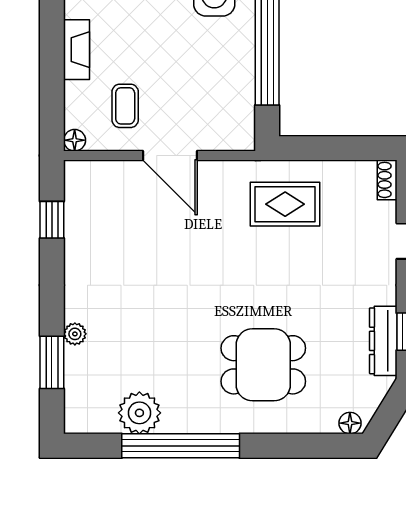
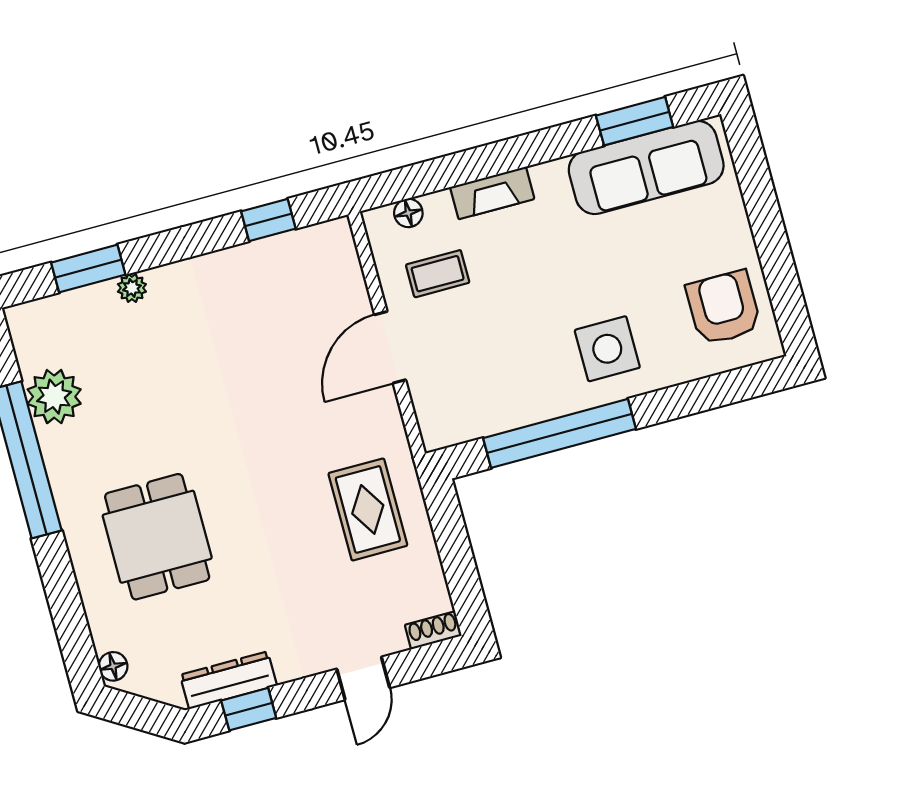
floor lamp: (75, 140) -> (408, 213), moved

